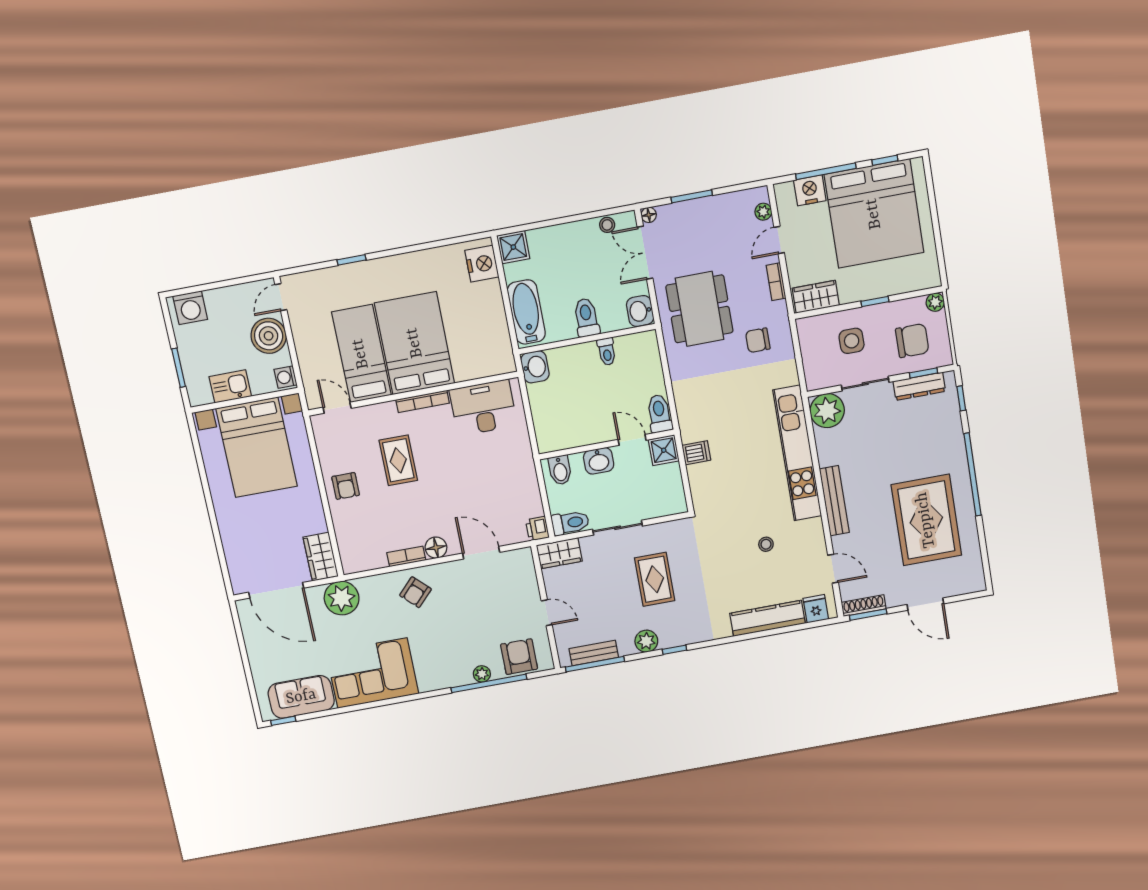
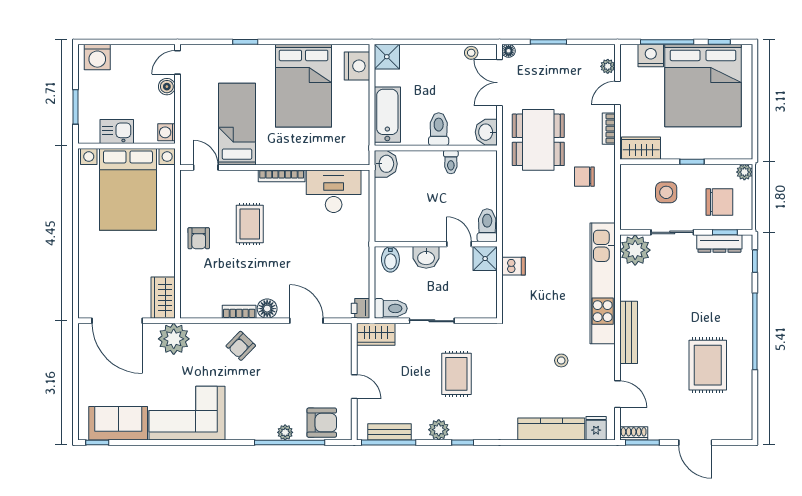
boiler: (269, 336) -> (167, 87), width x0.54, depth x0.54
bed: (415, 343) -> (304, 86), moved, turned 180
rug: (926, 520) -> (708, 365), width x0.73, depth x0.69
shoe rack: (864, 606) -> (634, 433), width x0.70
armchair: (519, 657) -> (322, 423), turned 90

